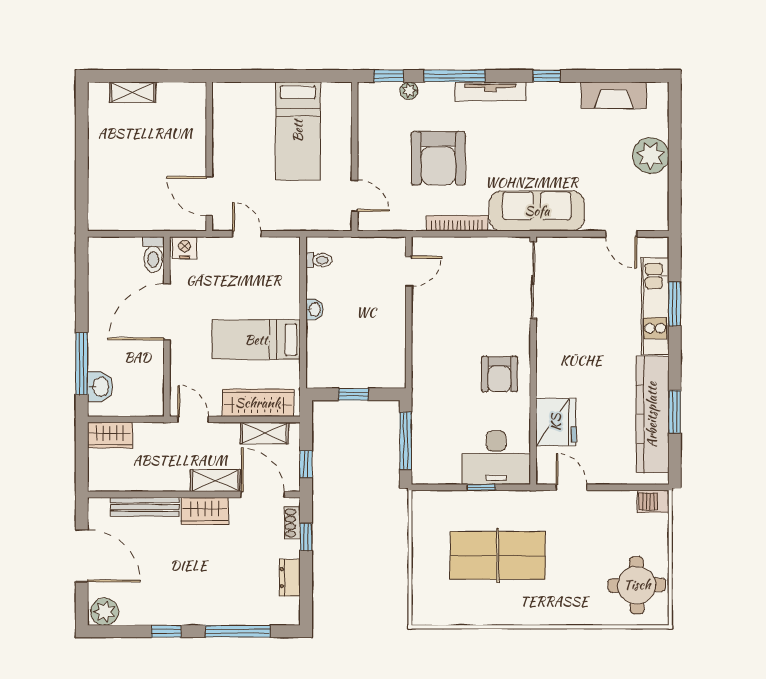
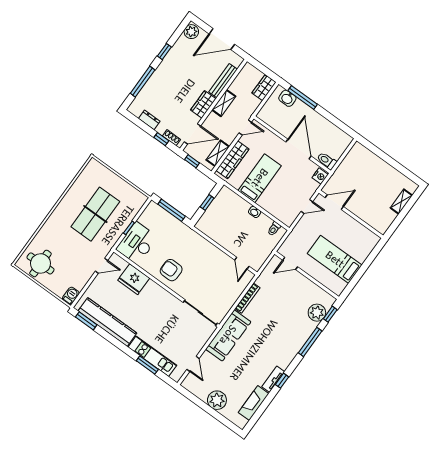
plant: (409, 91) -> (317, 313), width x1.87, depth x1.87
tv unit: (490, 91) -> (273, 379), moved, width x0.71
armchair: (438, 158) -> (280, 310), removed
door: (621, 234) -> (193, 364), swing flipped
window: (675, 412) -> (86, 321), moved
shelving: (215, 481) -> (224, 103), moved

